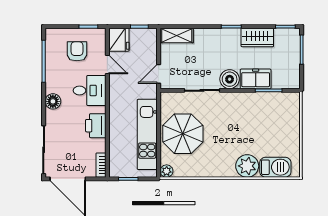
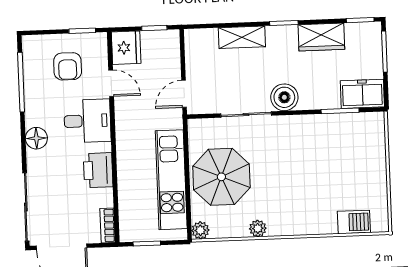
shelving: (177, 36) -> (242, 37), moved
armchair: (77, 51) -> (68, 66), turned 180
freezer: (256, 79) -> (362, 94), moved
plant: (247, 166) -> (258, 228), moved, width x0.53, depth x0.53
barbecue: (275, 167) -> (354, 222), width x0.73, depth x0.79

